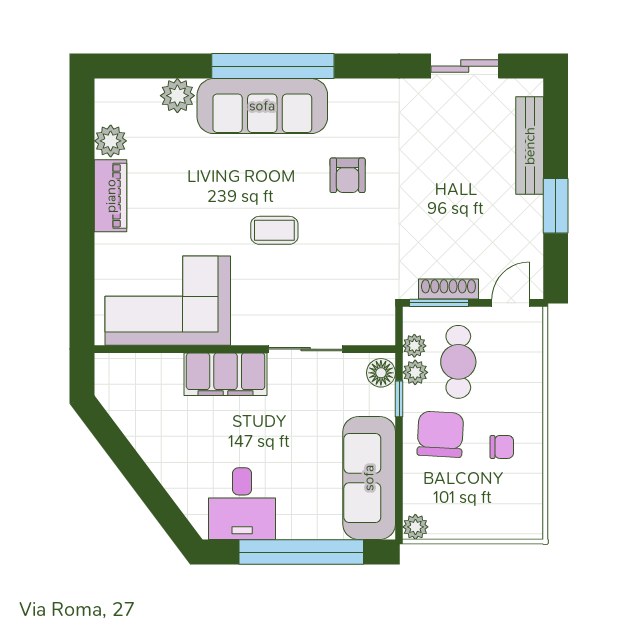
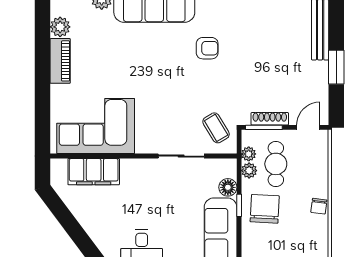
armchair: (348, 175) -> (207, 48), turned -90
coffee table: (274, 230) -> (216, 128), moved, turned 59
floor lamp: (381, 373) -> (228, 187), moved
filing cabinet: (226, 374) -> (94, 172), moved
window: (399, 399) -> (239, 205), moved
chair: (502, 447) -> (319, 206), moved, turned 97

